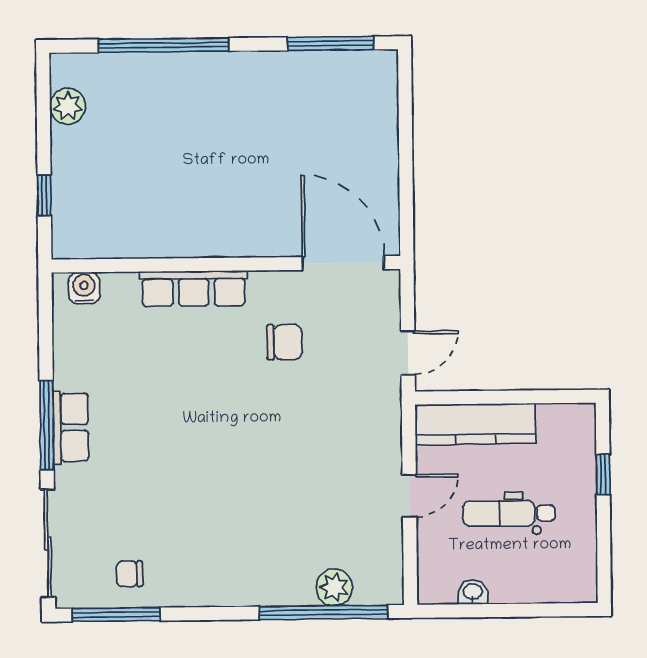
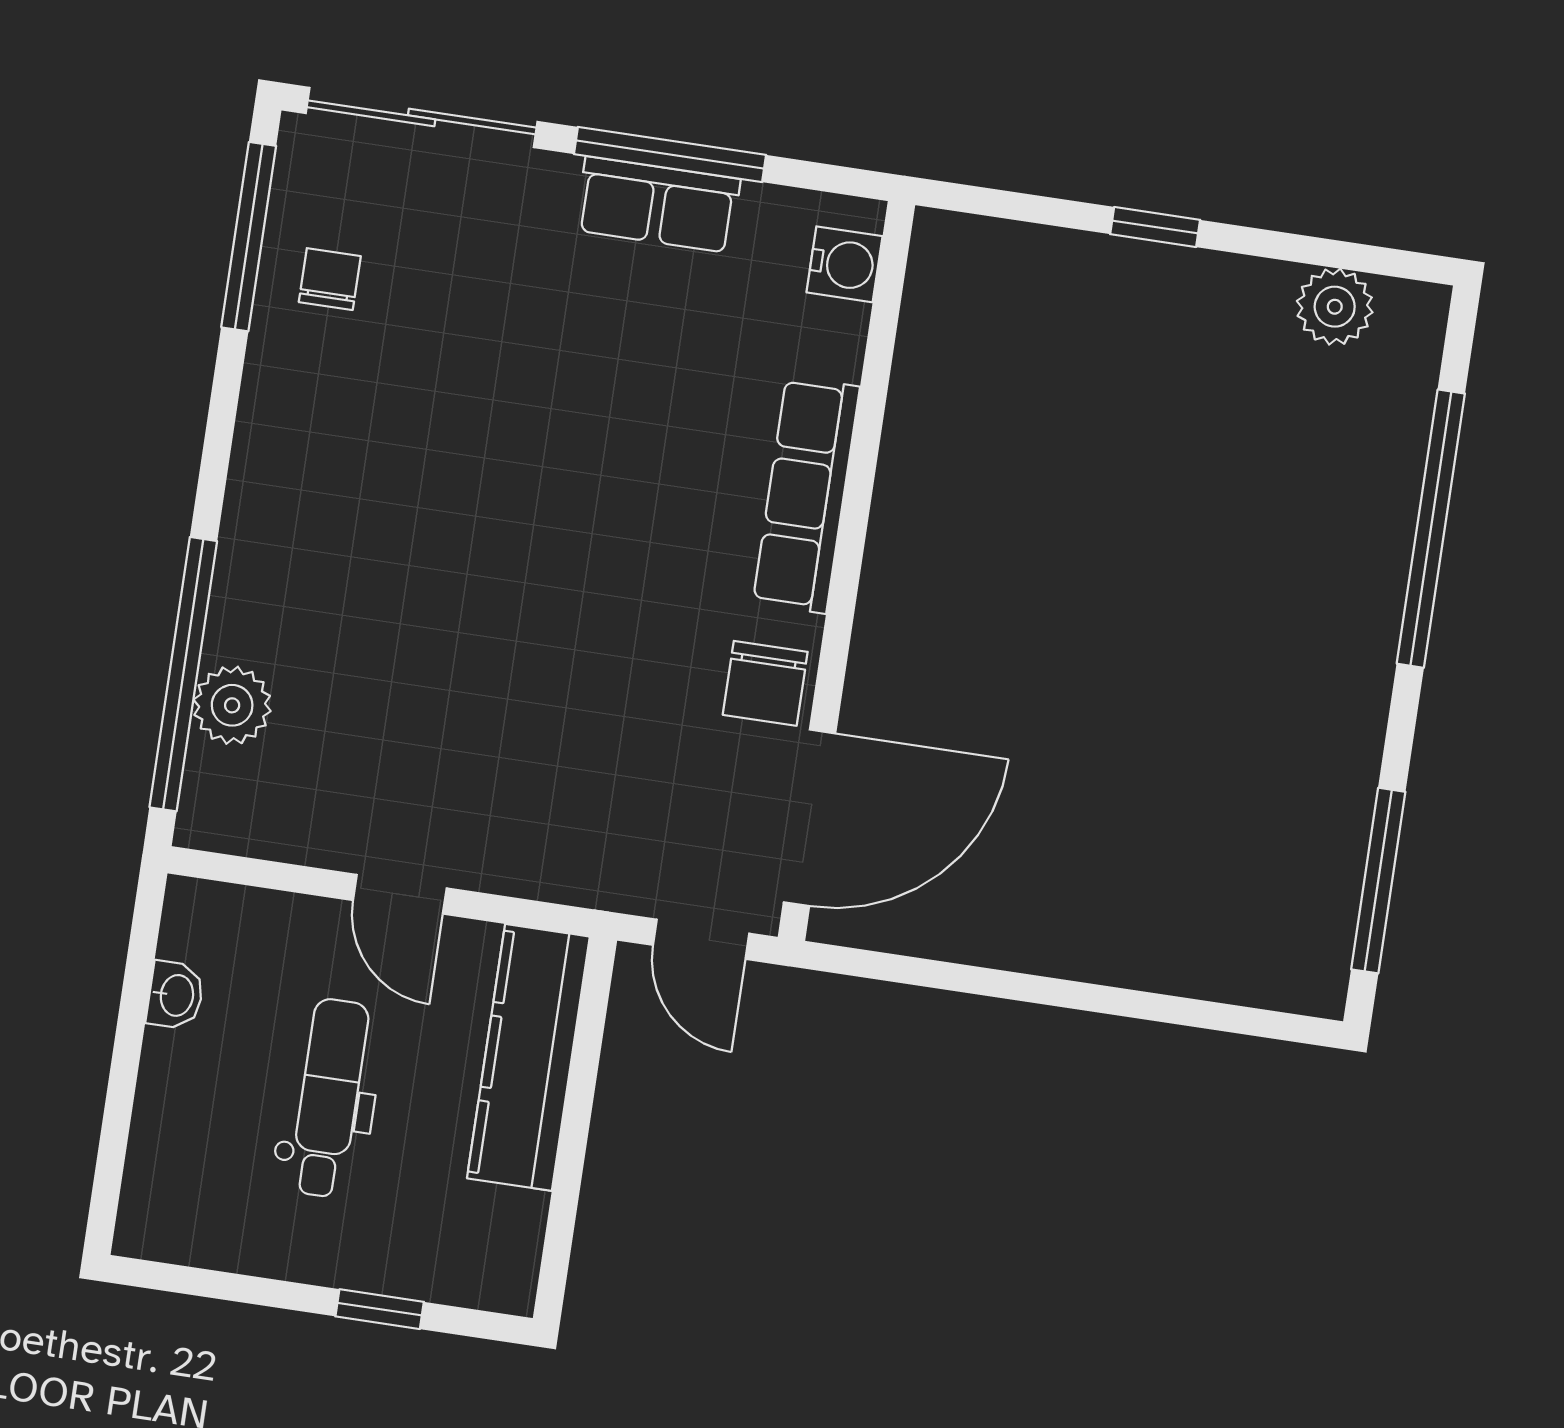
door: (343, 263) -> (810, 818), moved
wall: (226, 264) -> (846, 571), moved
water cooler: (84, 288) -> (844, 264), moved
row of seats: (194, 289) -> (806, 495), moved

